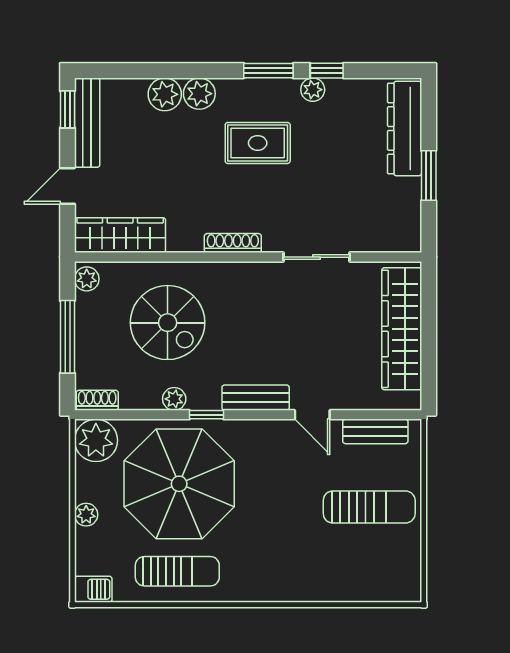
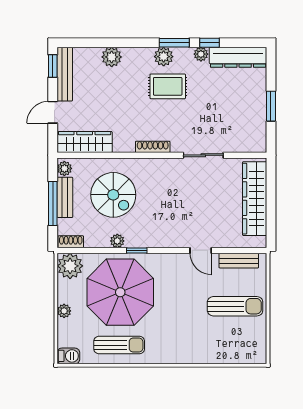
plant: (199, 94) -> (164, 57), moved
dresser: (405, 128) -> (238, 57), moved, turned -90
bench: (256, 398) -> (65, 197), moved, turned 90

